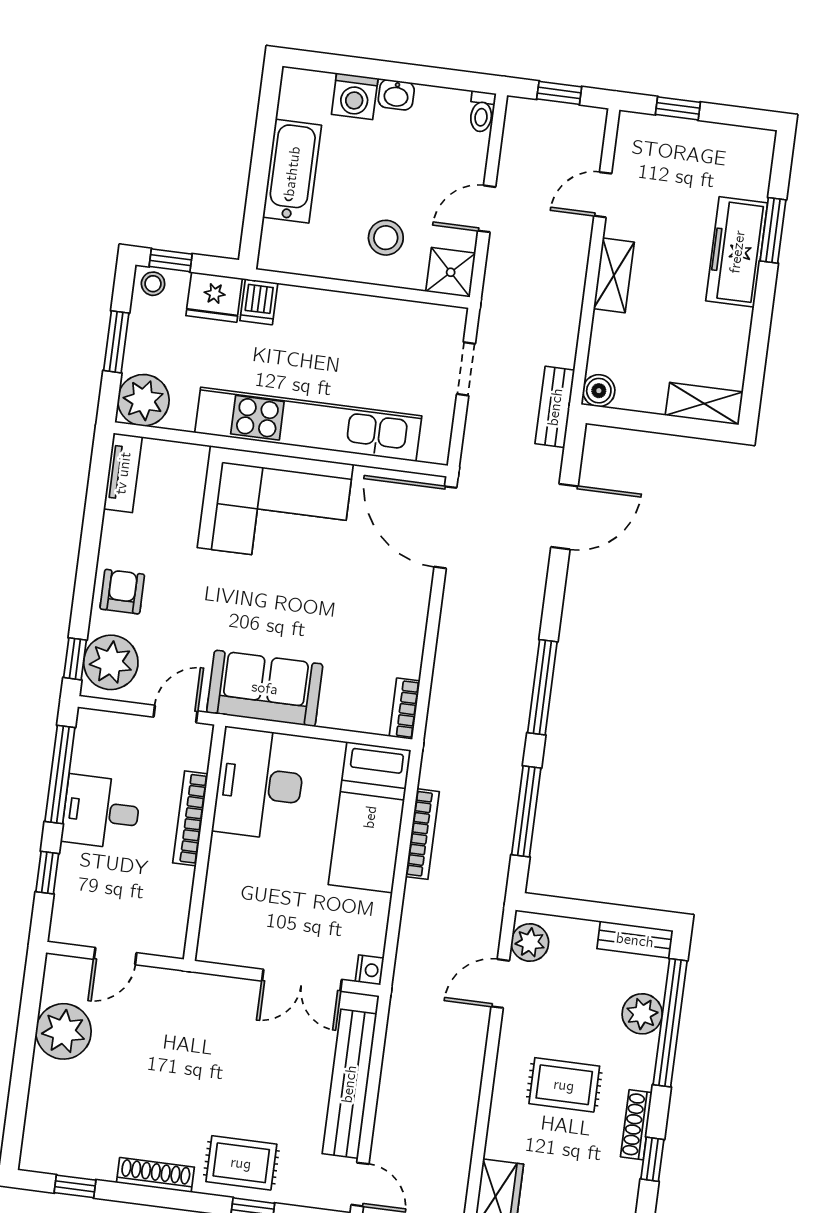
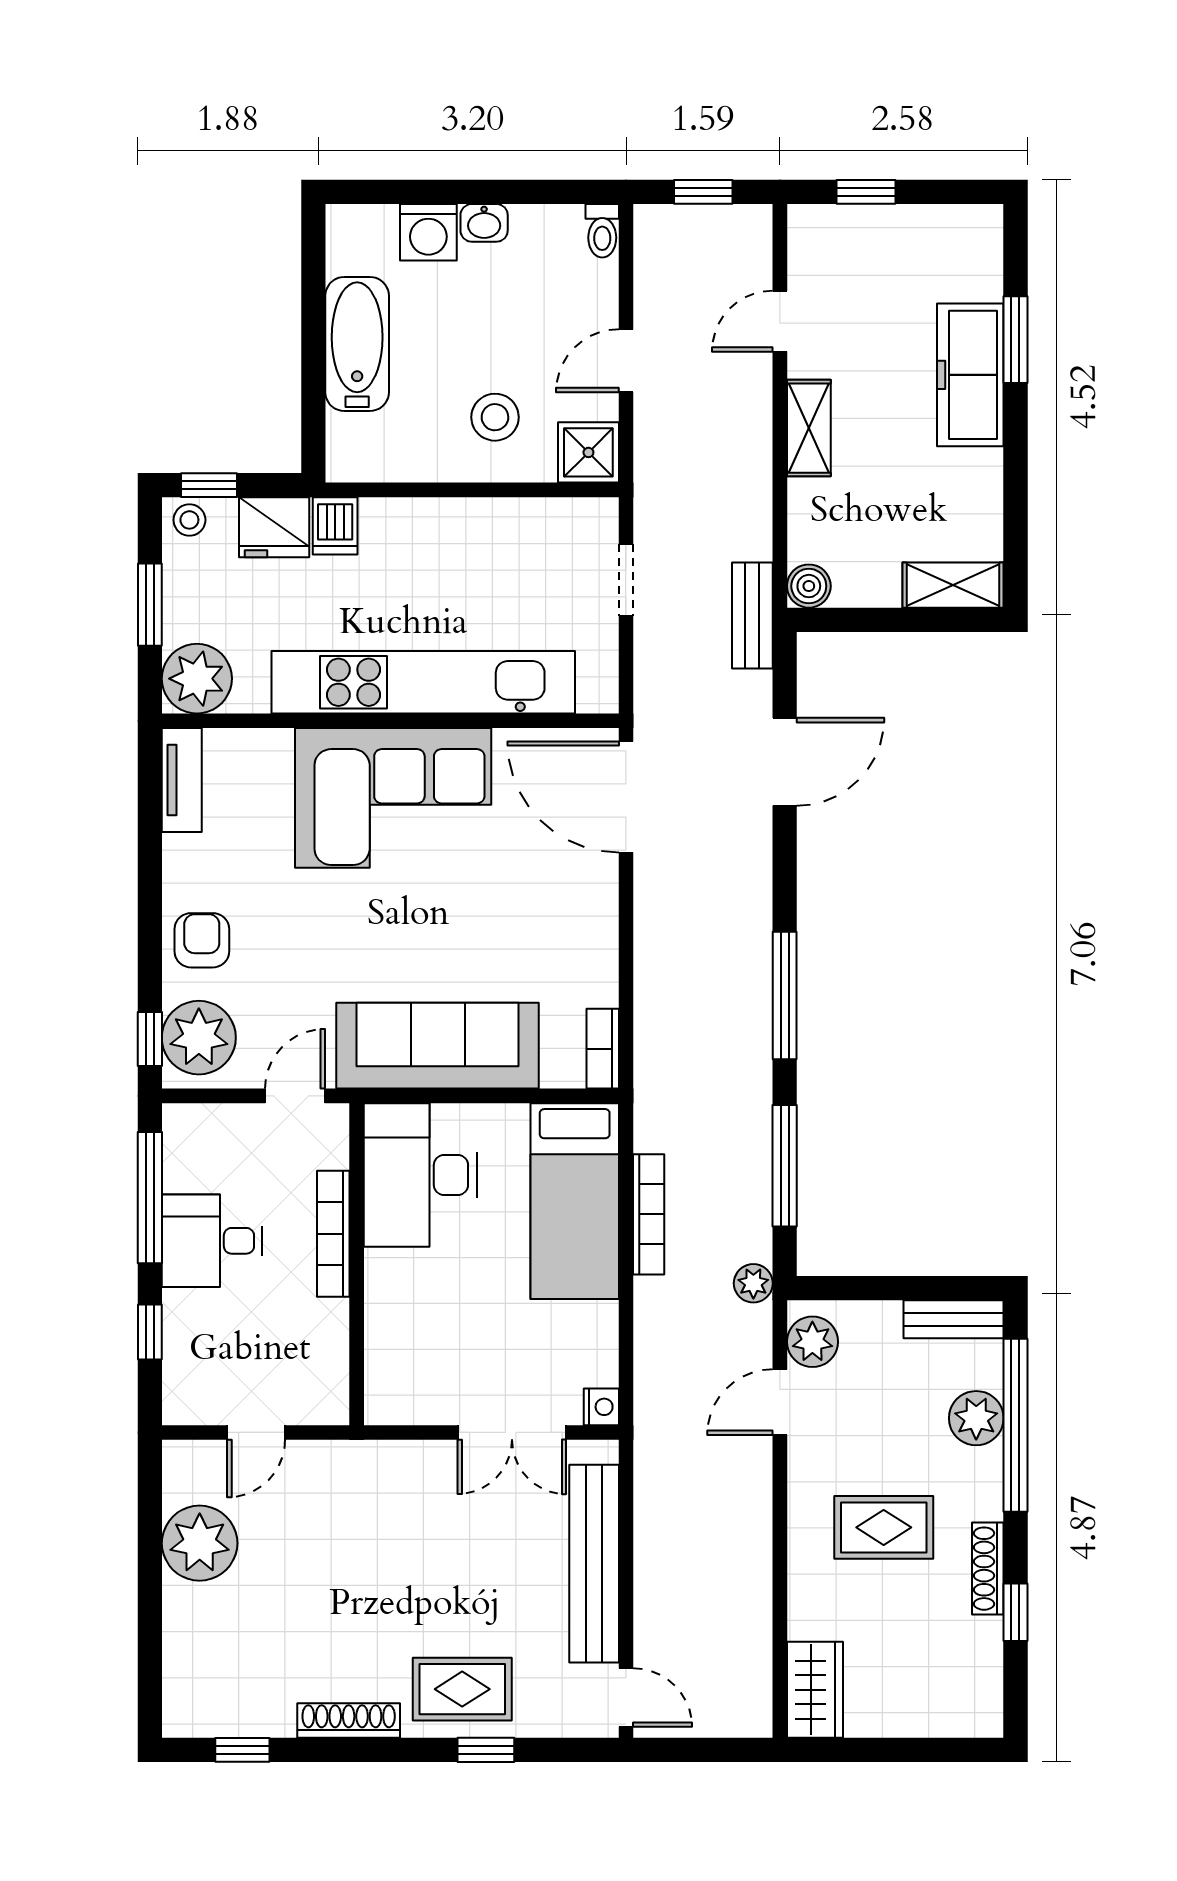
sofa: (265, 688) -> (438, 1046), width x1.36
plant: (492, 894) -> (753, 1283), added

